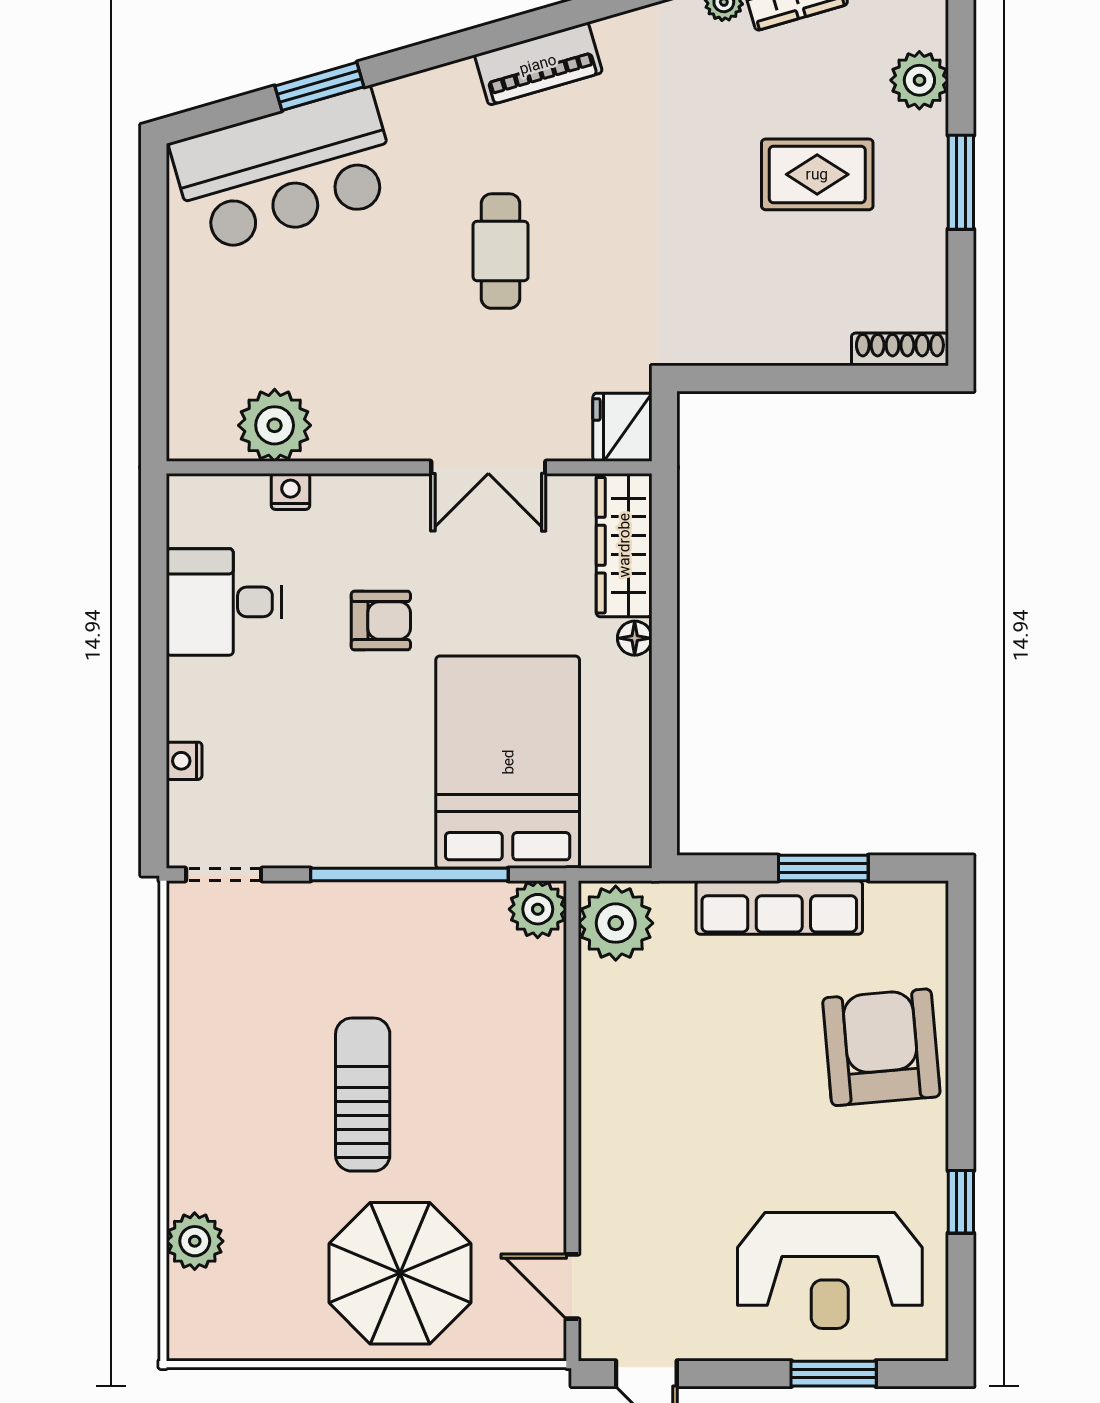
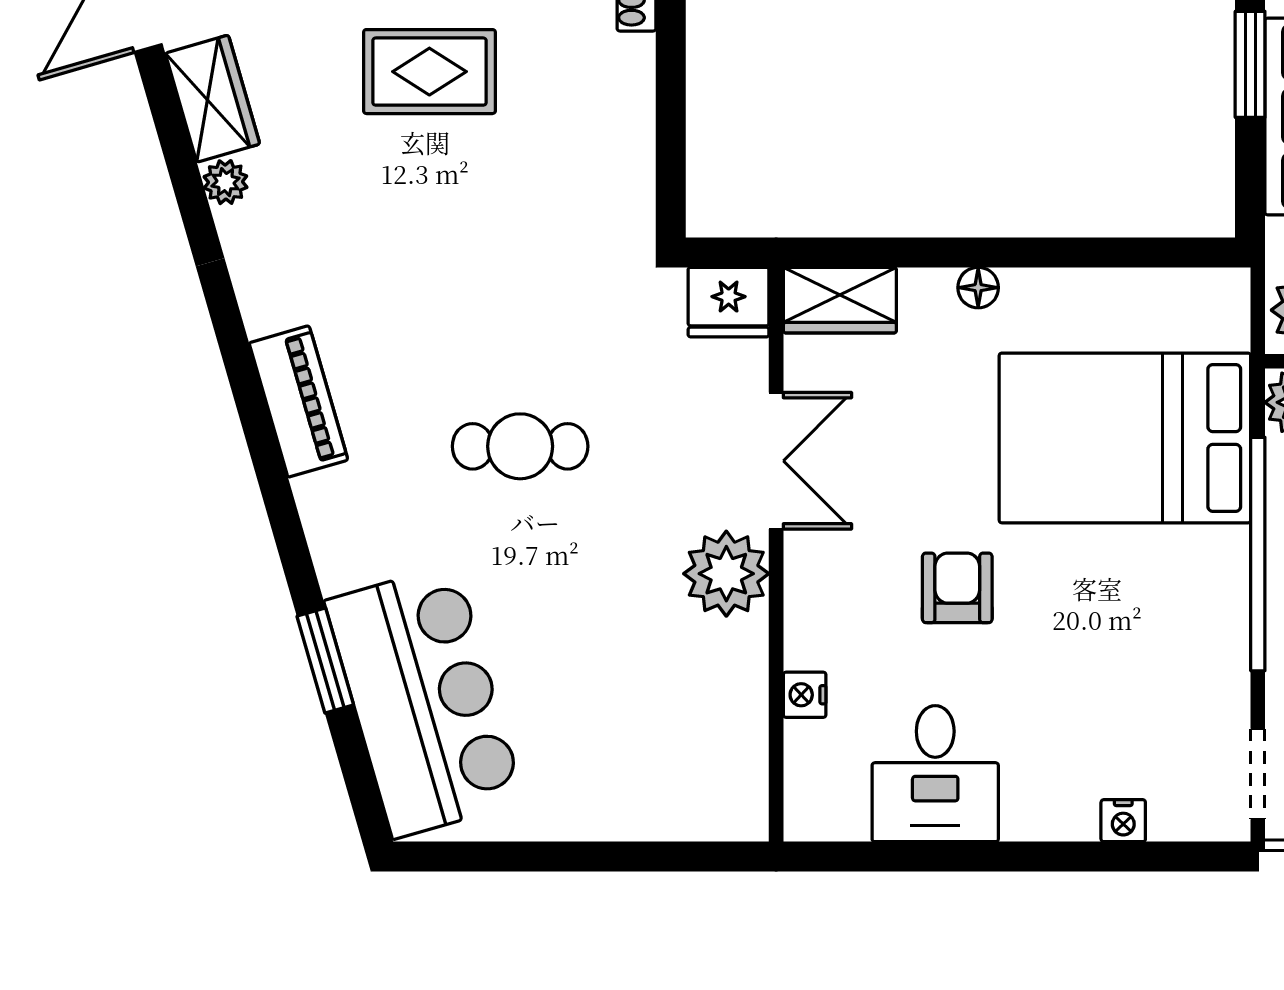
rug: (817, 174) -> (429, 72), turned 90
plant: (275, 425) -> (726, 574), moved
wardrobe: (624, 545) -> (840, 300), width x0.67

